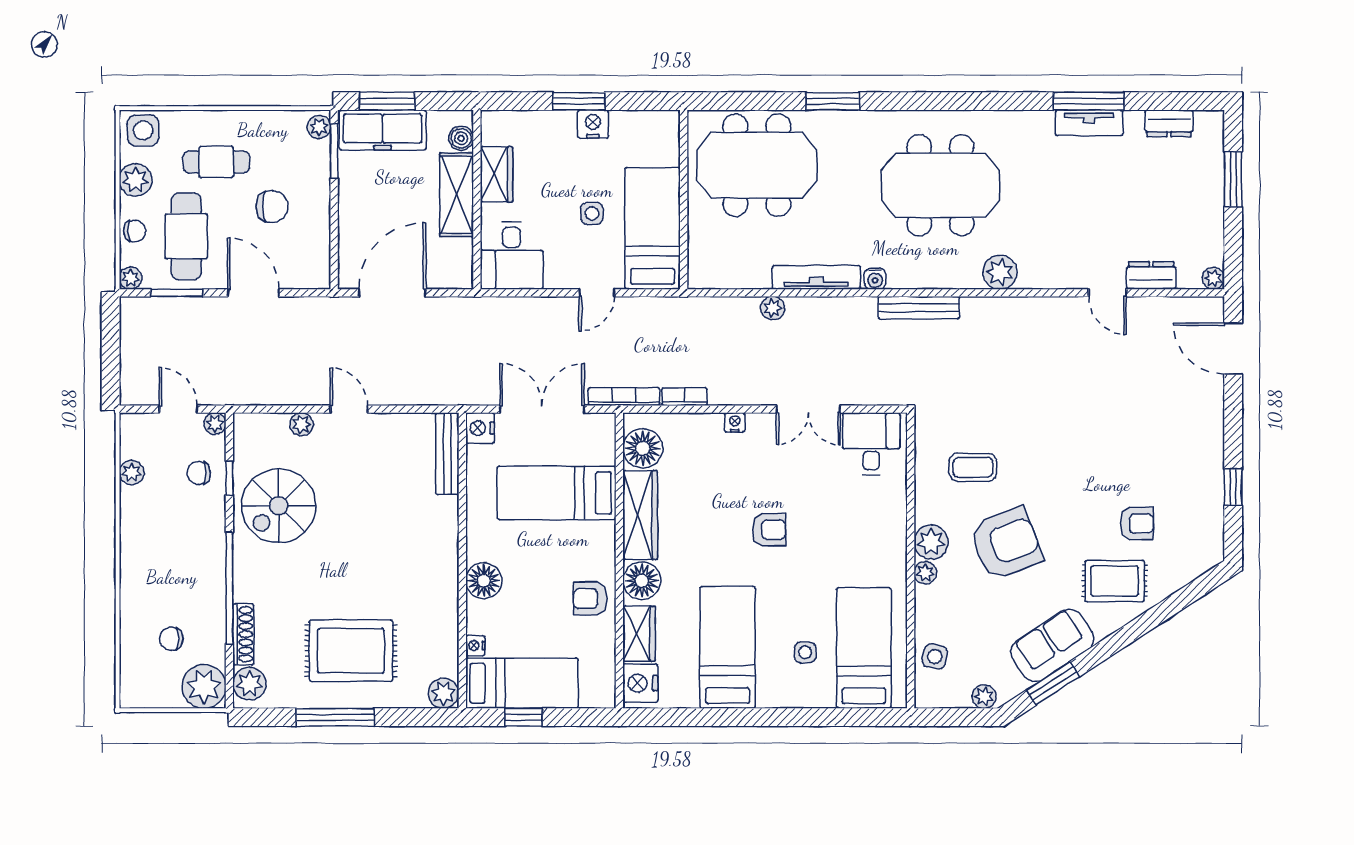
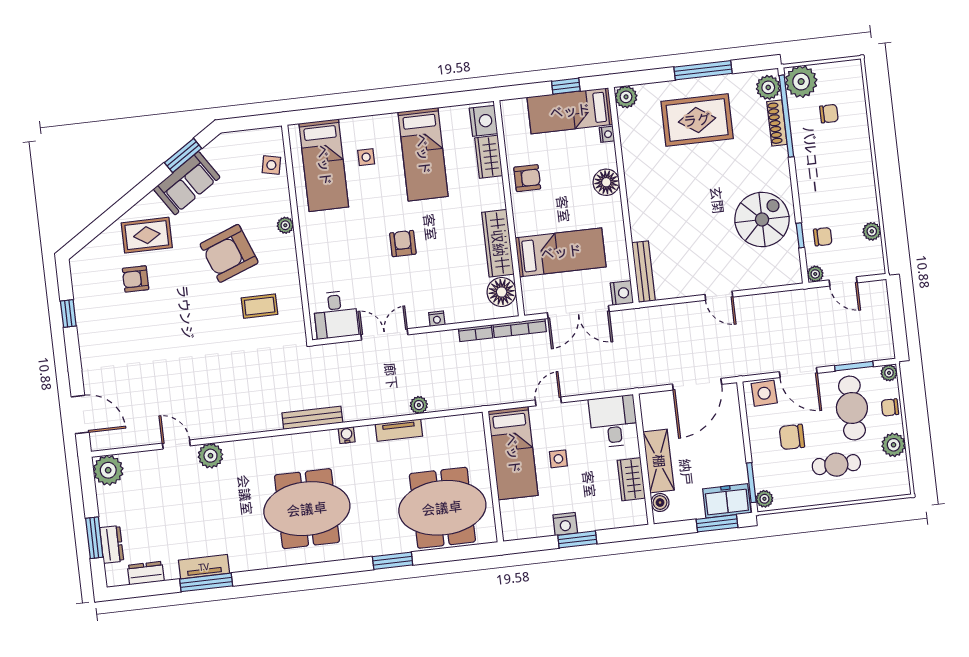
side table: (143, 130) -> (764, 393), moved
freezer: (383, 130) -> (727, 501), width x0.71
plant: (1000, 272) -> (210, 456), moved
dresser: (1151, 275) -> (112, 544), moved, turned -90
tv unit: (816, 277) -> (399, 430), width x0.71
plant: (1213, 278) -> (108, 470), width x1.88, depth x1.88
plant: (301, 424) -> (752, 281), removed
armchair: (769, 530) -> (403, 244), turned 90
plant: (931, 542) -> (284, 248), removed
floor lamp: (642, 581) -> (491, 196), removed
window: (229, 588) -> (786, 116), moved
plant: (984, 697) -> (232, 140), removed

